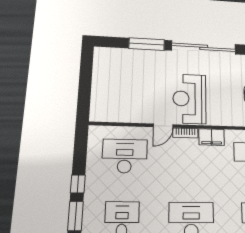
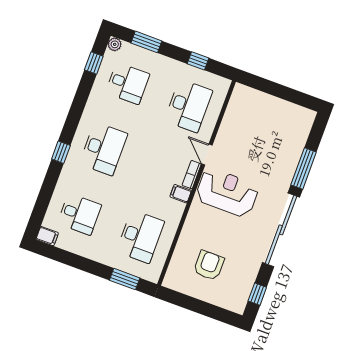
filing cabinet: (212, 137) -> (181, 194), width x0.50
window: (78, 184) -> (198, 61), moved

